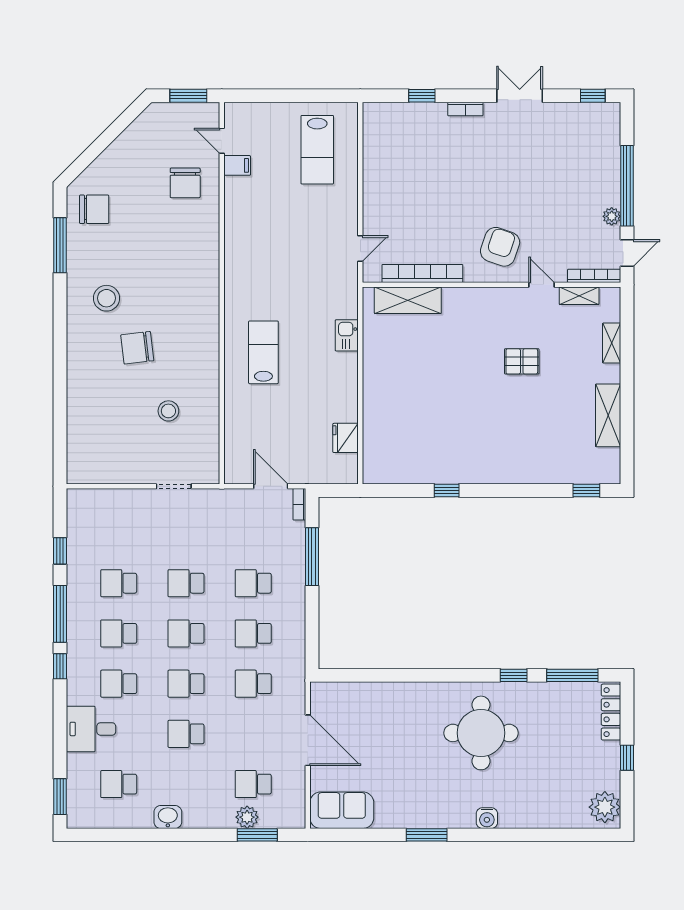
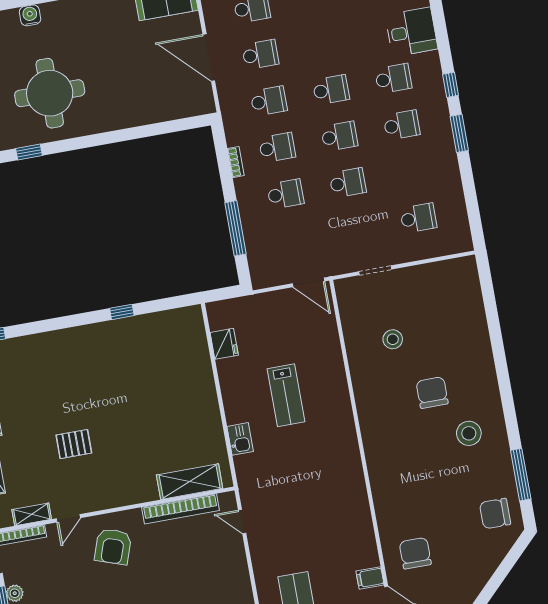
door: (360, 249) -> (242, 522), hinge flipped
door: (542, 285) -> (68, 518), hinge flipped
chair: (137, 348) -> (432, 393), turned -83
lab bench: (263, 352) -> (286, 395), moved
door: (271, 486) -> (308, 282), moved
bookcase: (299, 504) -> (236, 162), moved
window: (60, 551) -> (470, 192), removed
school desk: (119, 583) -> (418, 218), moved
window: (60, 614) -> (459, 133), width x0.69
school desk: (186, 734) -> (260, 54), moved

